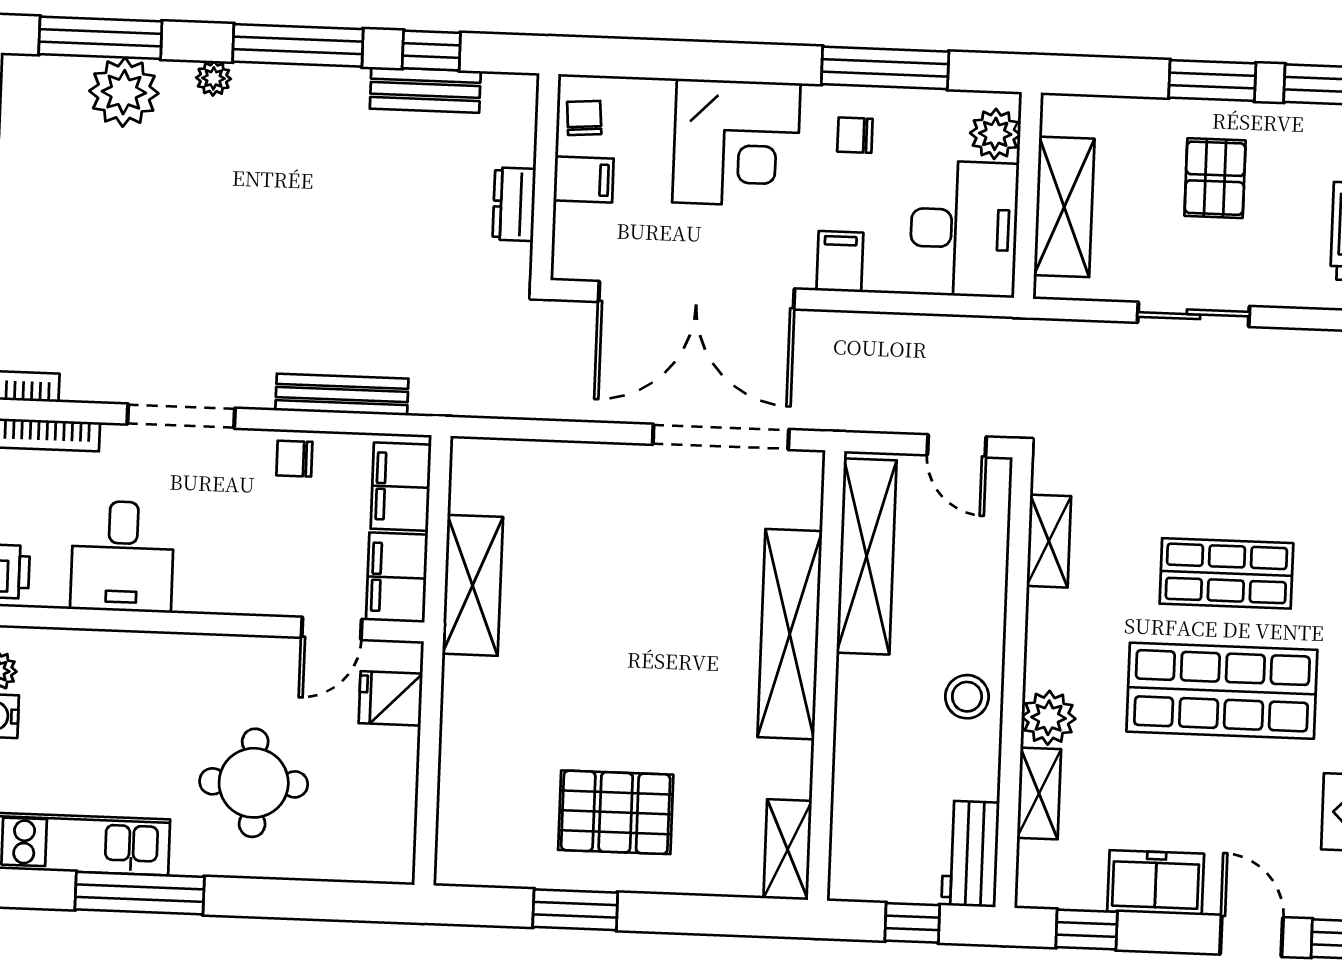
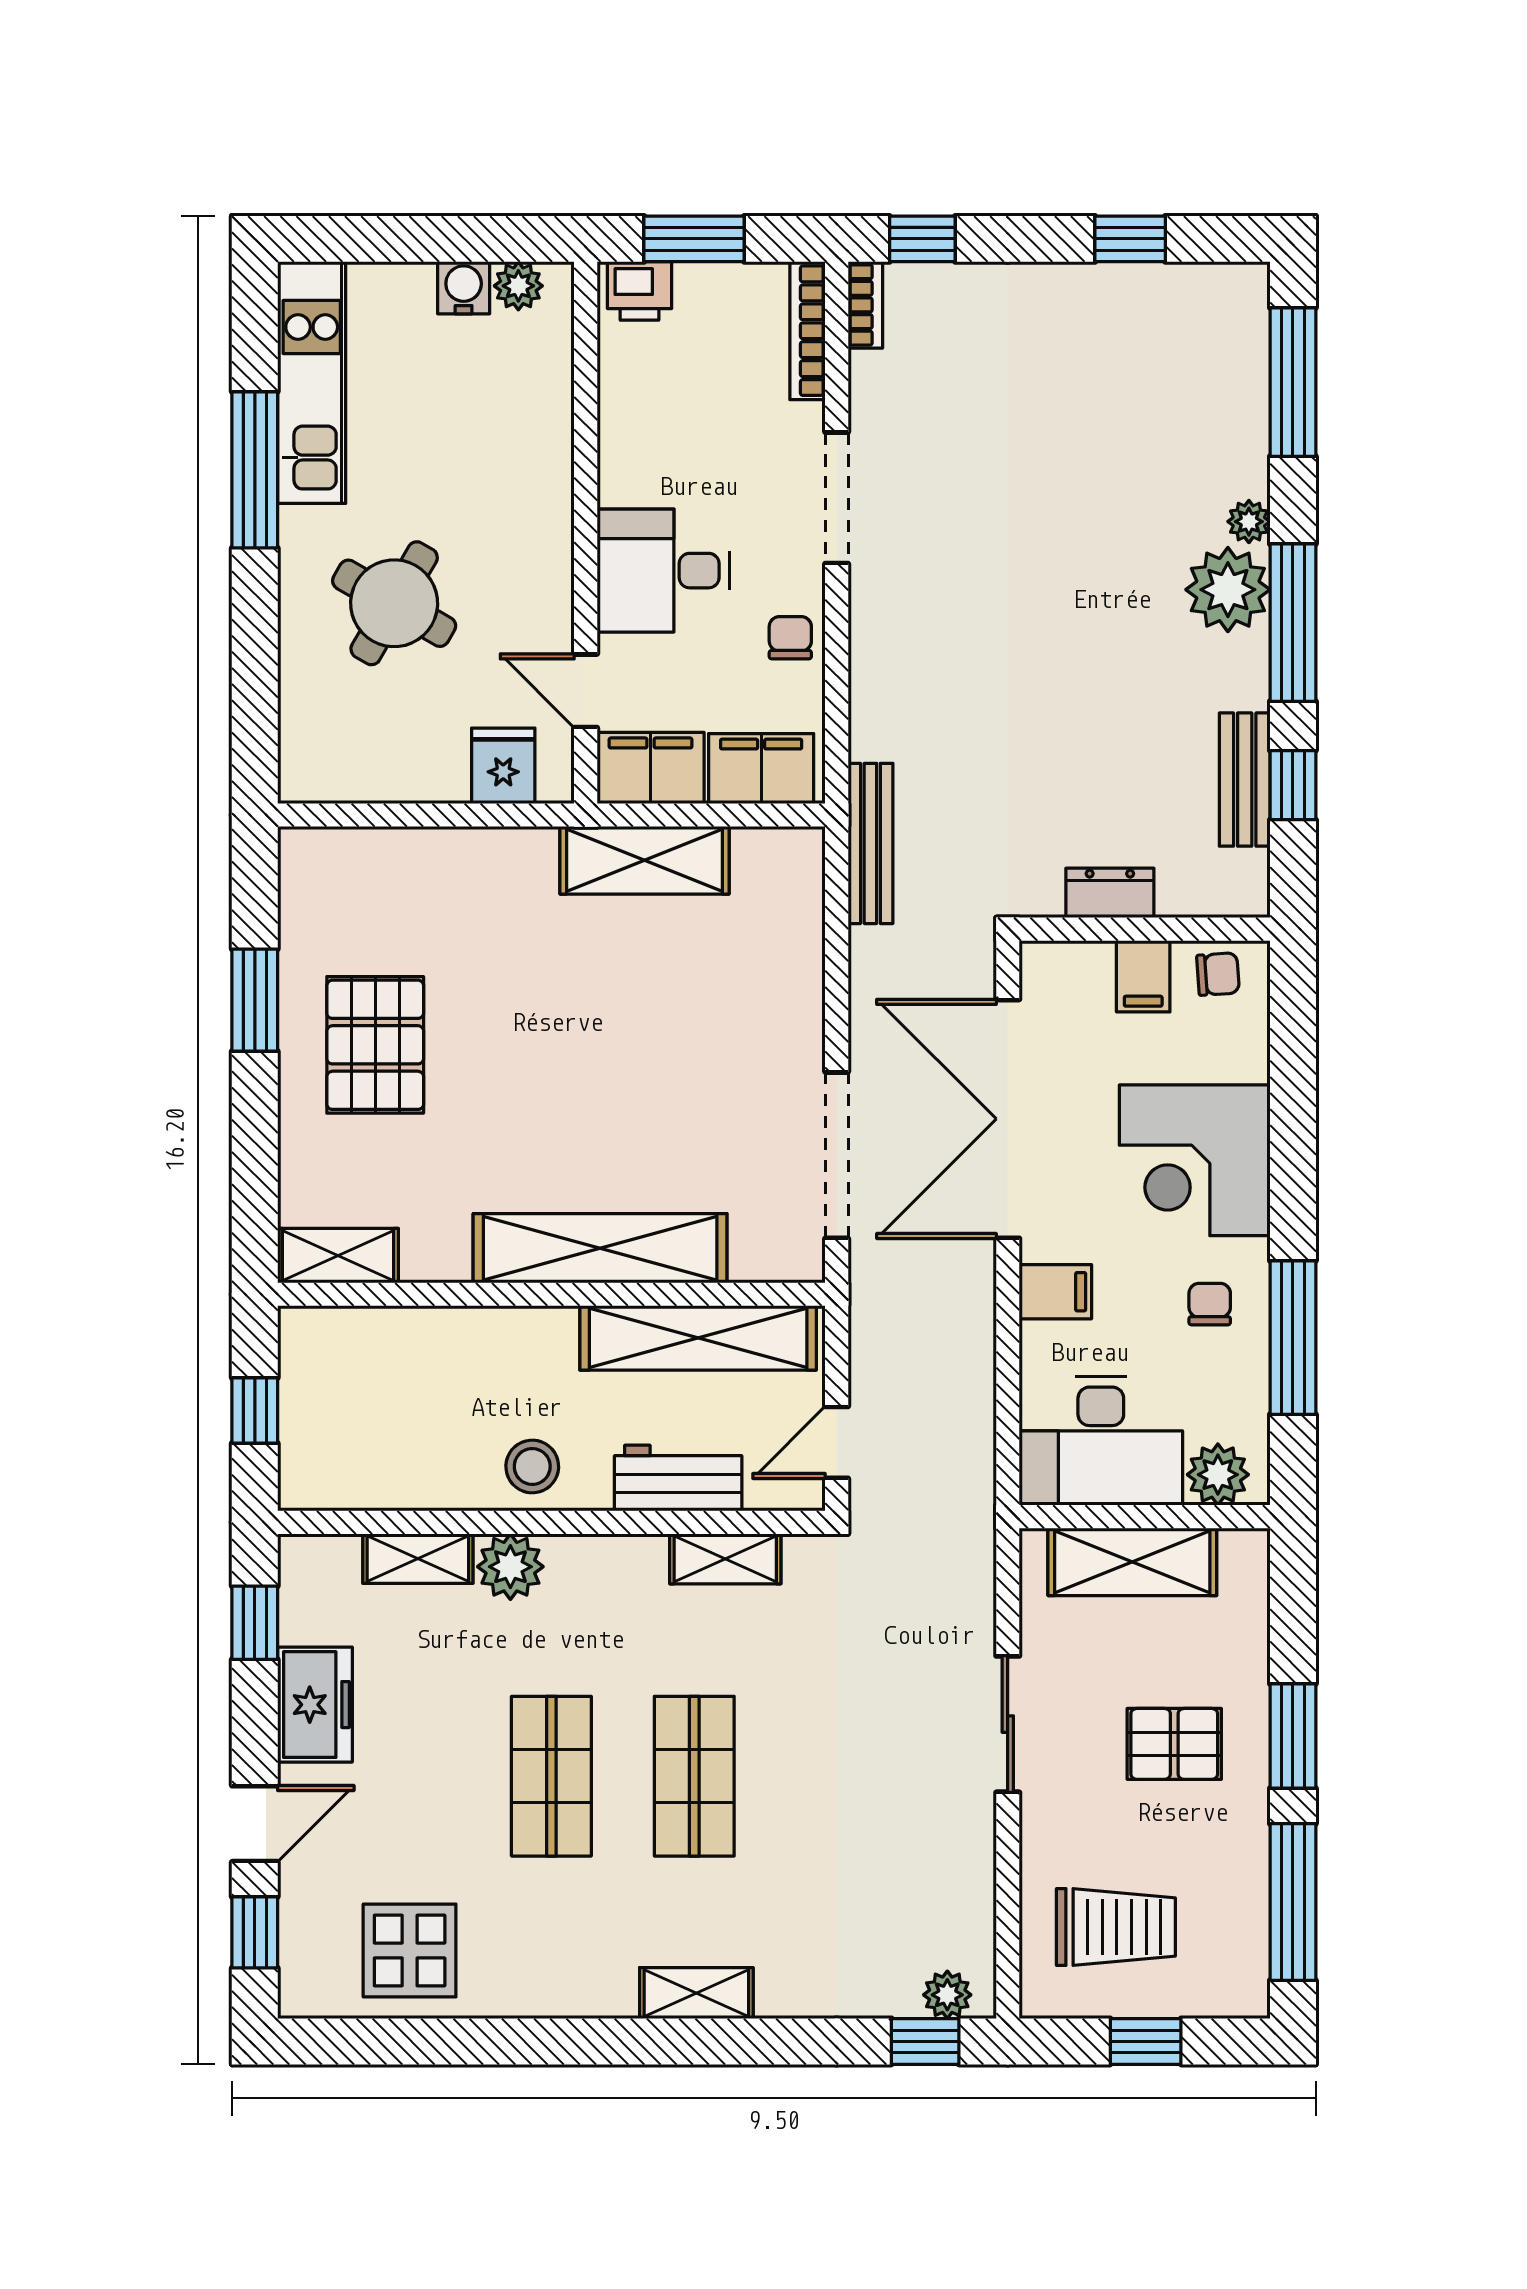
plant: (124, 92) -> (1228, 590), moved
bench: (342, 394) -> (870, 843), moved
desk: (122, 556) -> (663, 571), moved
shop shelf: (1222, 691) -> (551, 1776), width x0.70, depth x0.74
round table: (254, 783) -> (394, 603), turned 30
workbench: (970, 854) -> (678, 1478), moved

